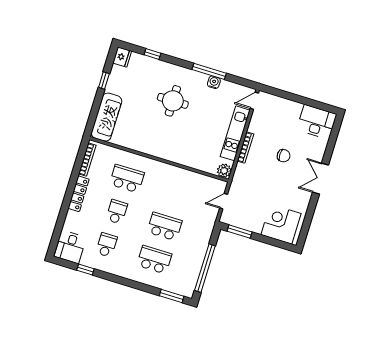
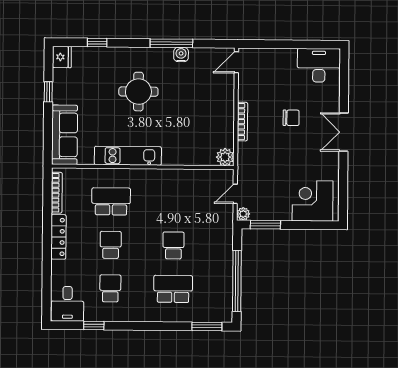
kitchen unit: (235, 133) -> (128, 156), moved, turned 90
plant: (225, 218) -> (243, 214), added
school desk: (165, 226) -> (173, 245), width x0.54

